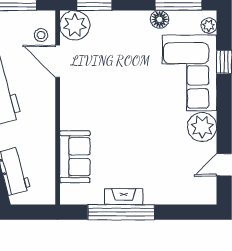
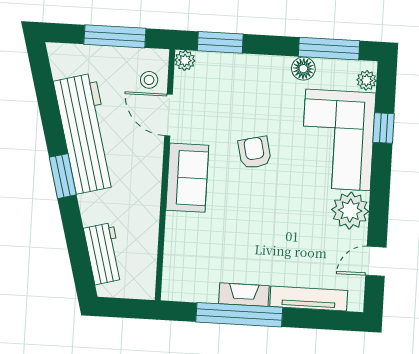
plant: (75, 25) -> (185, 60), width x0.53, depth x0.53
armchair: (126, 86) -> (255, 153), added
sofa: (75, 157) -> (187, 178), moved
tv unit: (174, 197) -> (309, 299), added

